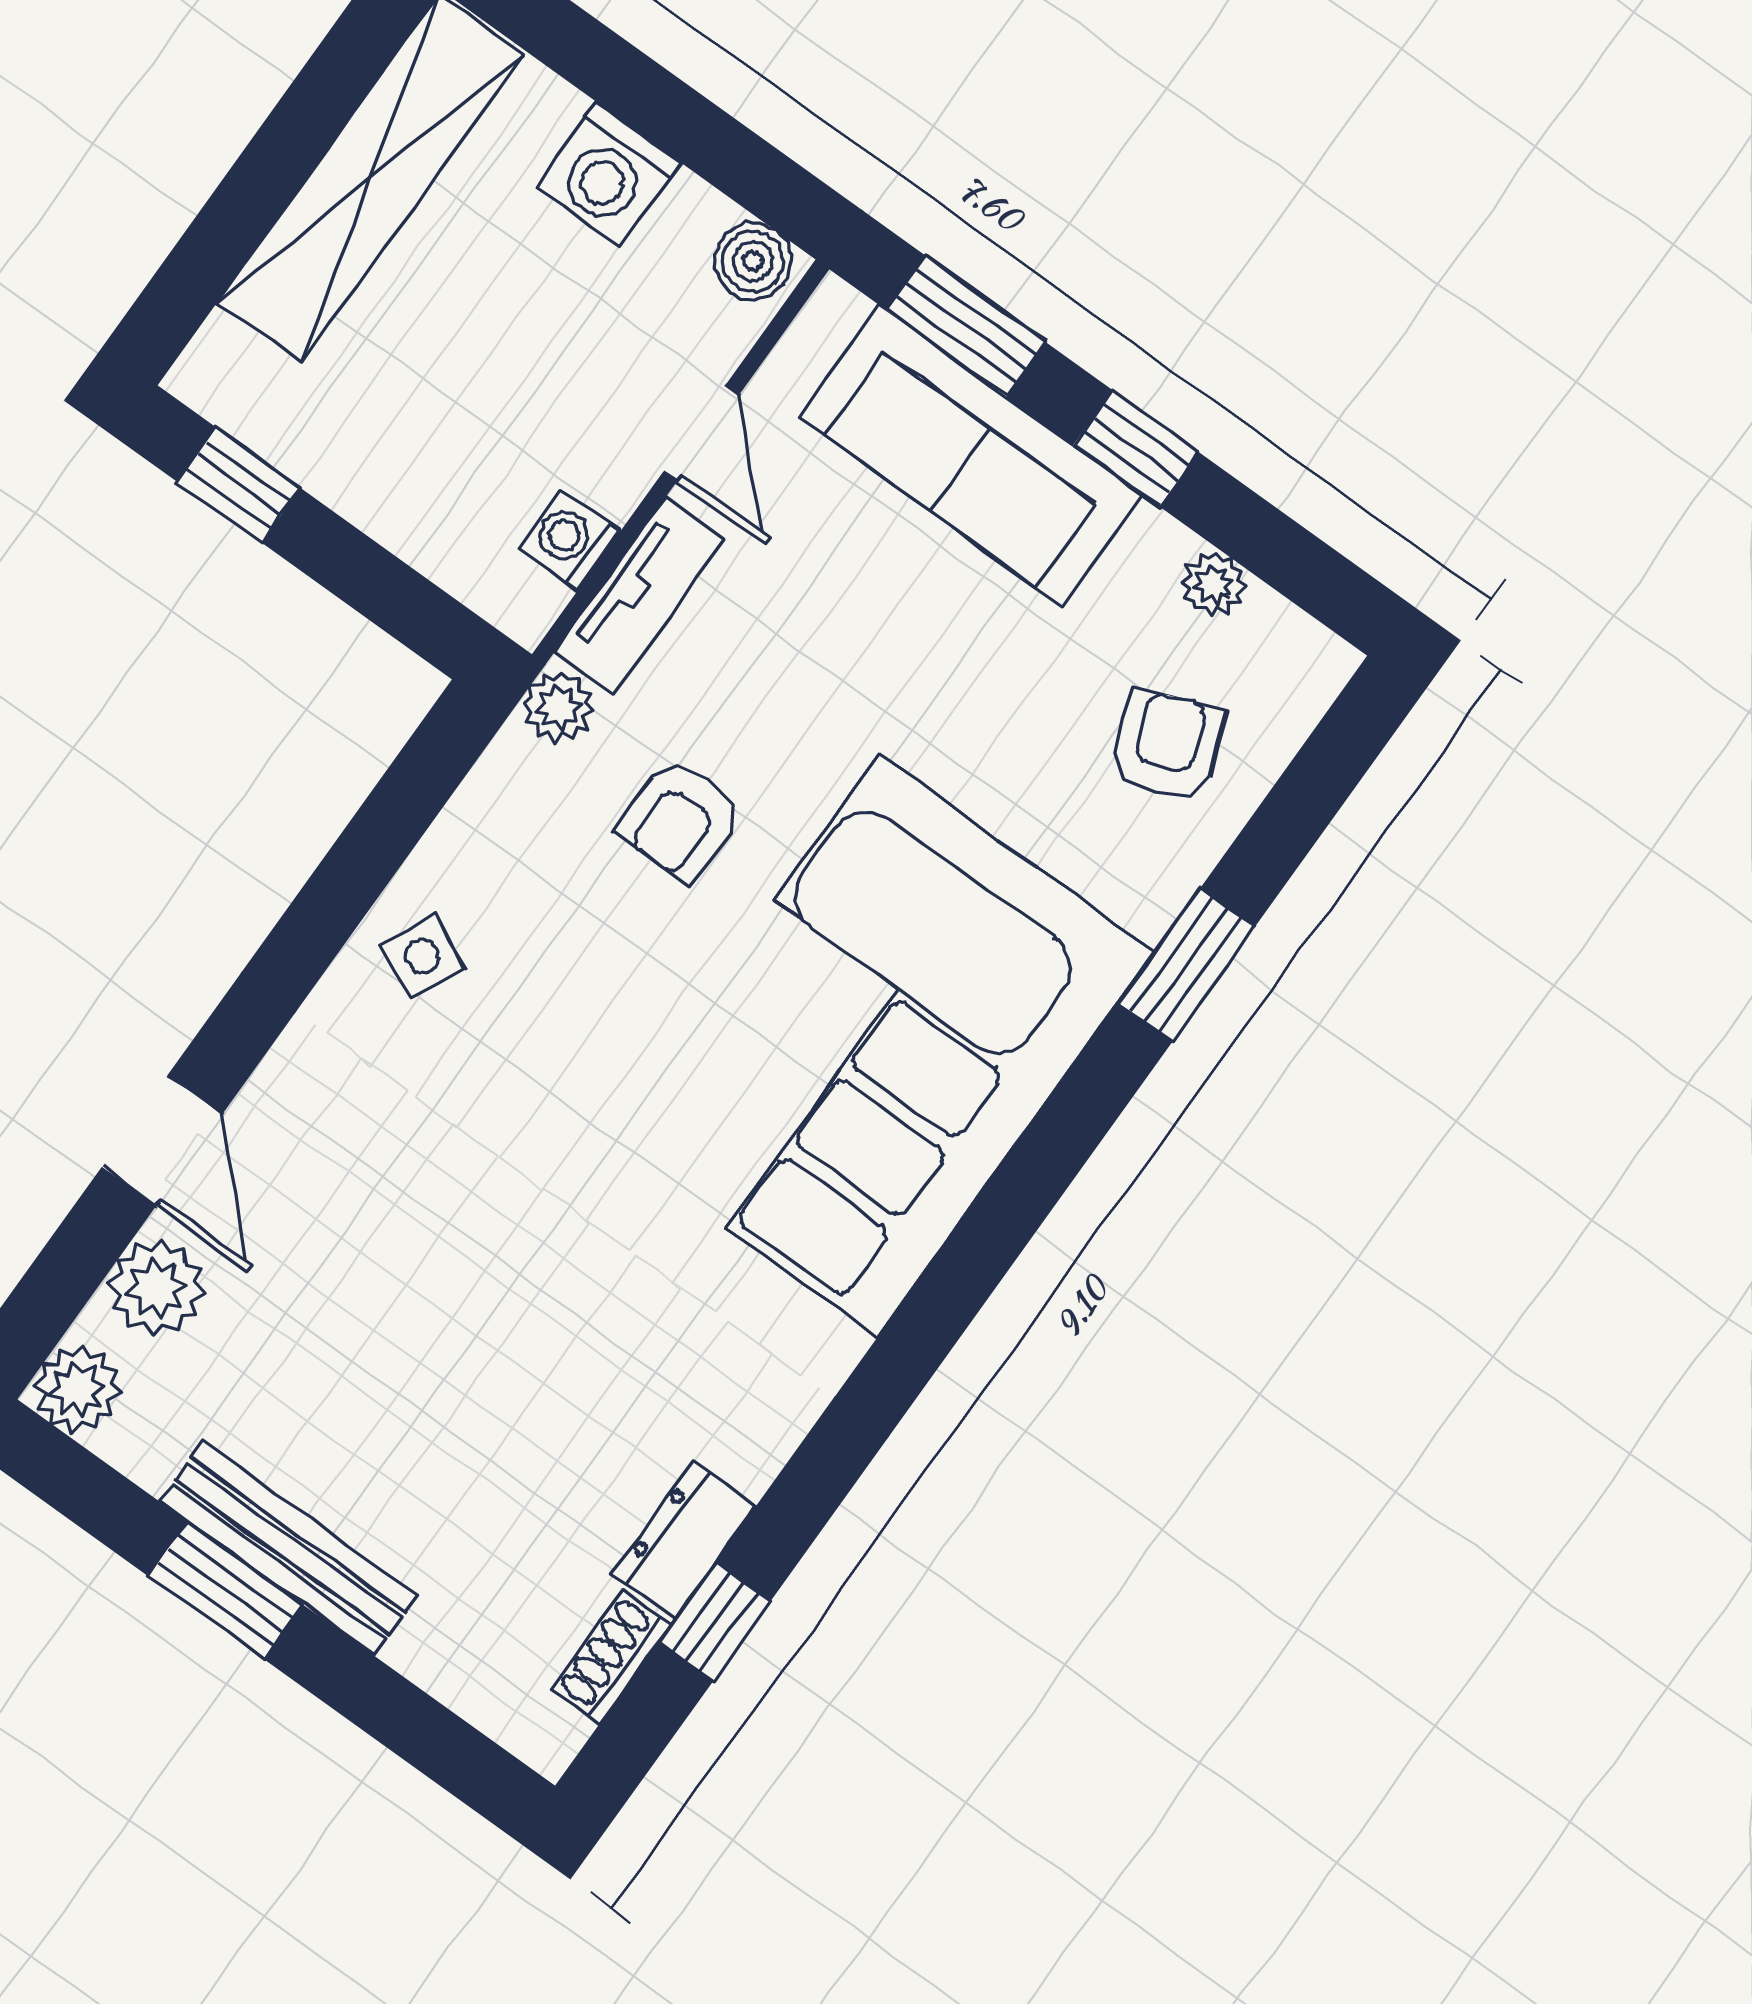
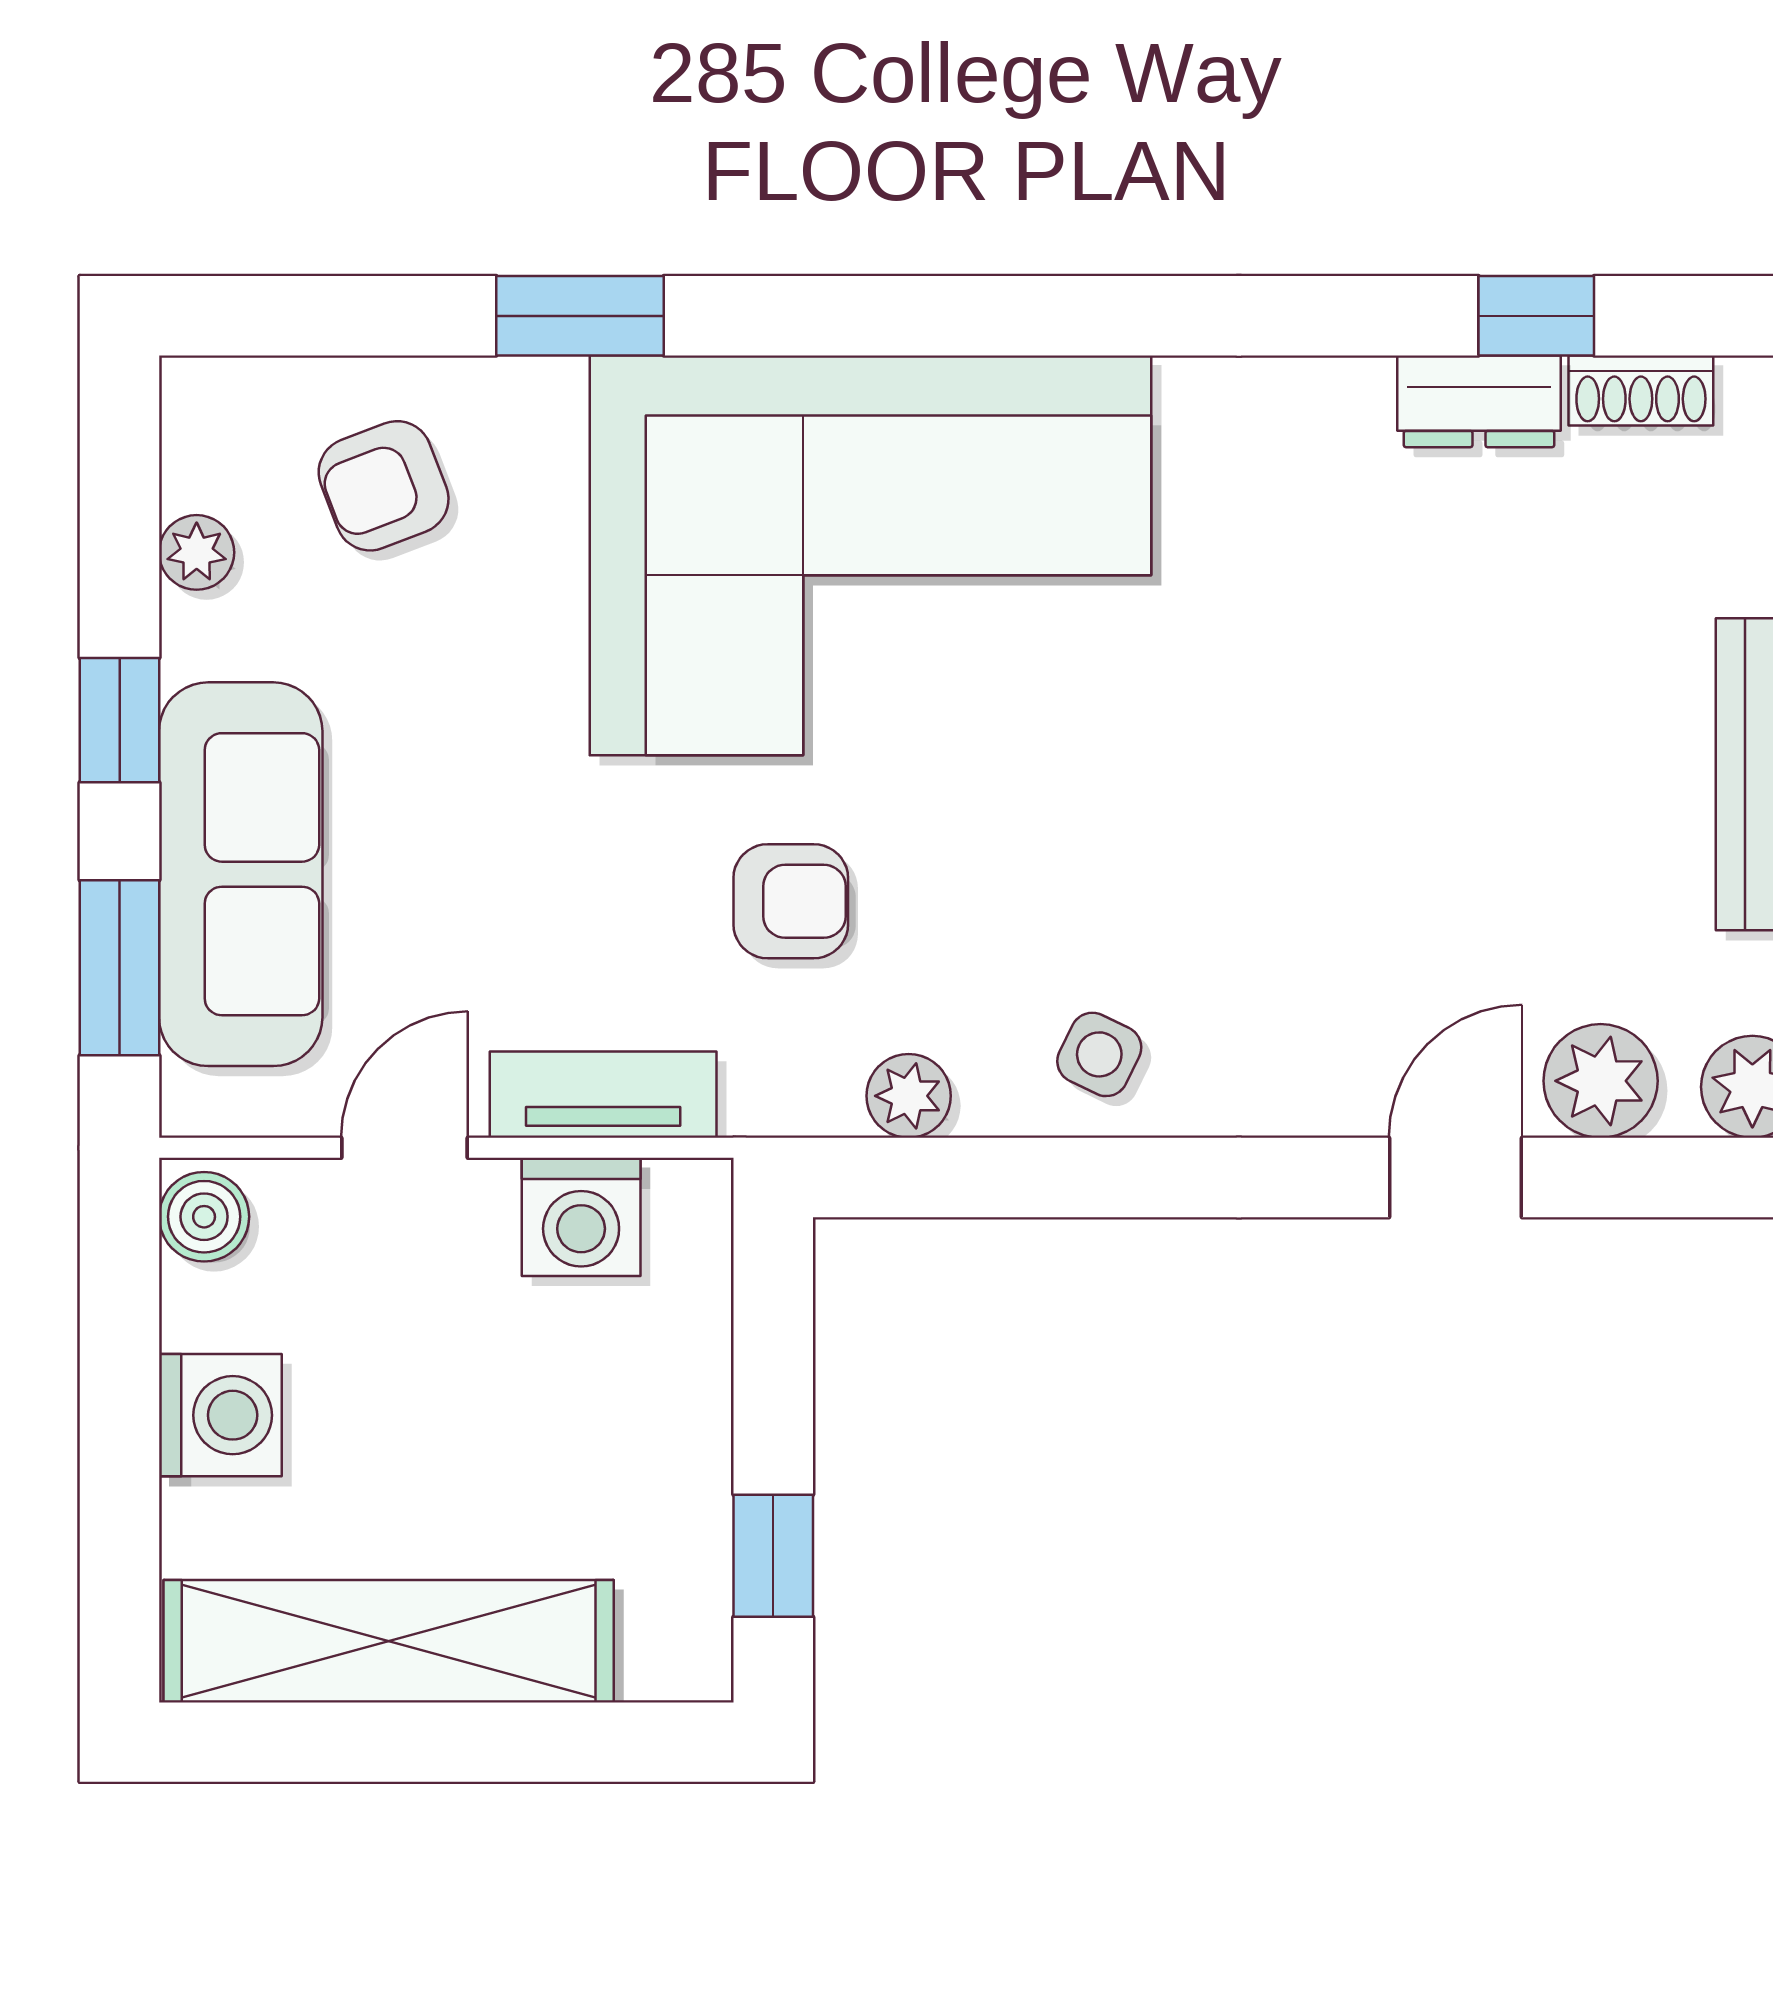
washing machine: (570, 539) -> (581, 1217), width x1.38, depth x1.38
plant: (558, 707) -> (909, 1096), moved

